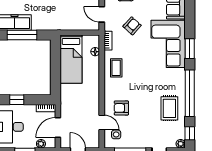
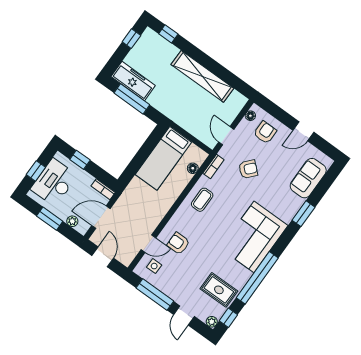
corner sofa: (168, 44) -> (254, 237), moved
window: (190, 49) -> (303, 214), moved
rug: (169, 108) -> (219, 290), moved, turned 90
door: (102, 122) -> (148, 244), hinge flipped

